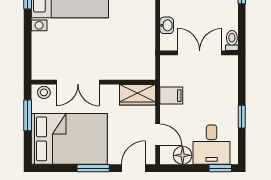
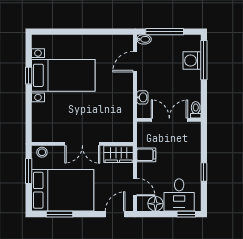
double door: (78, 82) -> (82, 144), moved
window: (93, 168) -> (59, 214), moved

